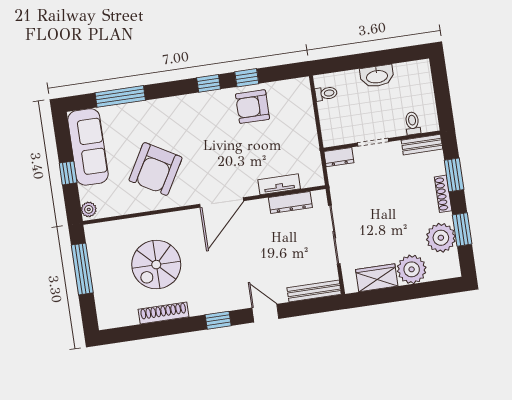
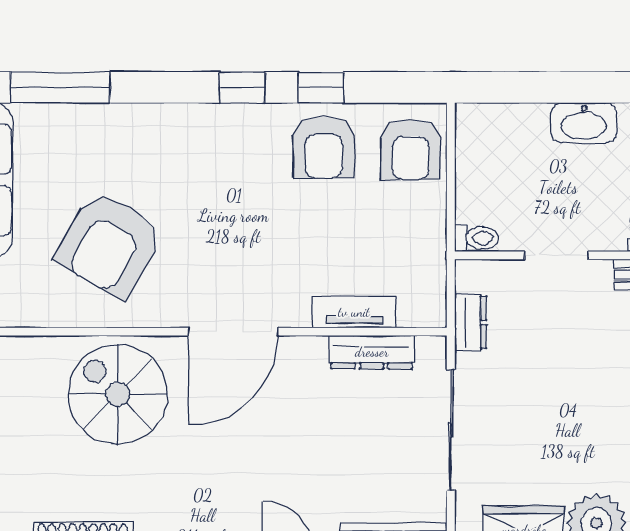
toilet: (326, 93) -> (476, 238), moved
armchair: (295, 101) -> (411, 150), added
armchair: (252, 107) -> (324, 147), turned -90
dresser: (339, 157) -> (471, 322), moved, turned -90
spiral stairs: (156, 265) -> (118, 394), moved, turned 90

